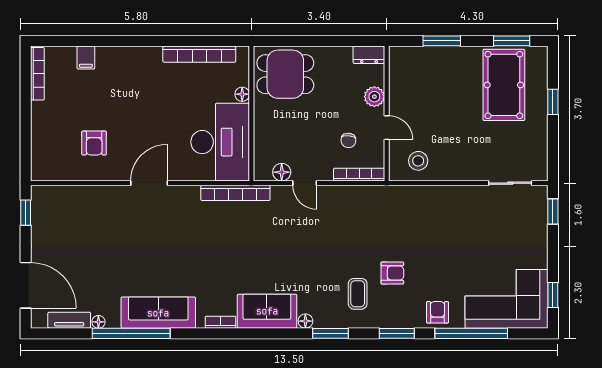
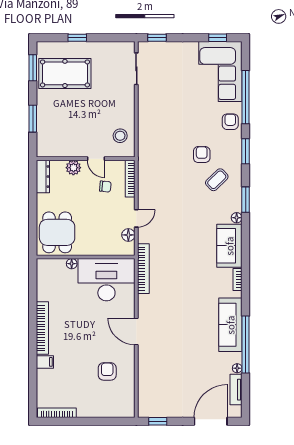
bookcase: (199, 54) -> (42, 328), moved
dresser: (369, 55) -> (43, 177), width x1.44
filing cabinet: (86, 57) -> (45, 362), moved
door: (387, 128) -> (96, 159), swing flipped
armchair: (94, 143) -> (107, 371), turned -90
coffee table: (358, 294) -> (217, 180), turned -44
armchair: (437, 312) -> (230, 122), turned 90

